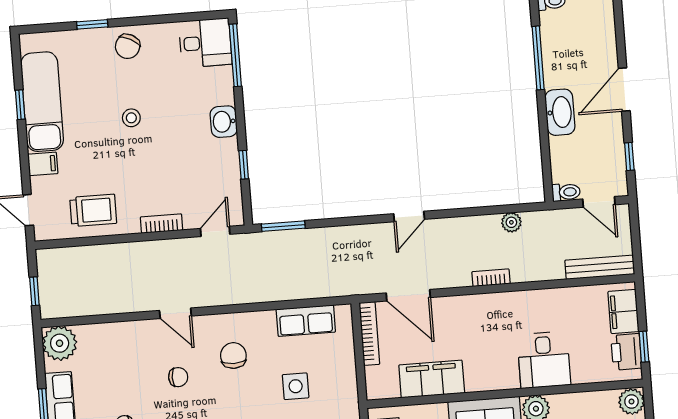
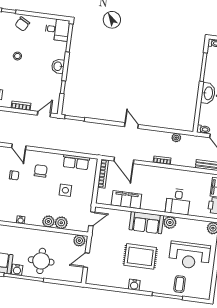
door: (409, 216) -> (131, 126), swing flipped

